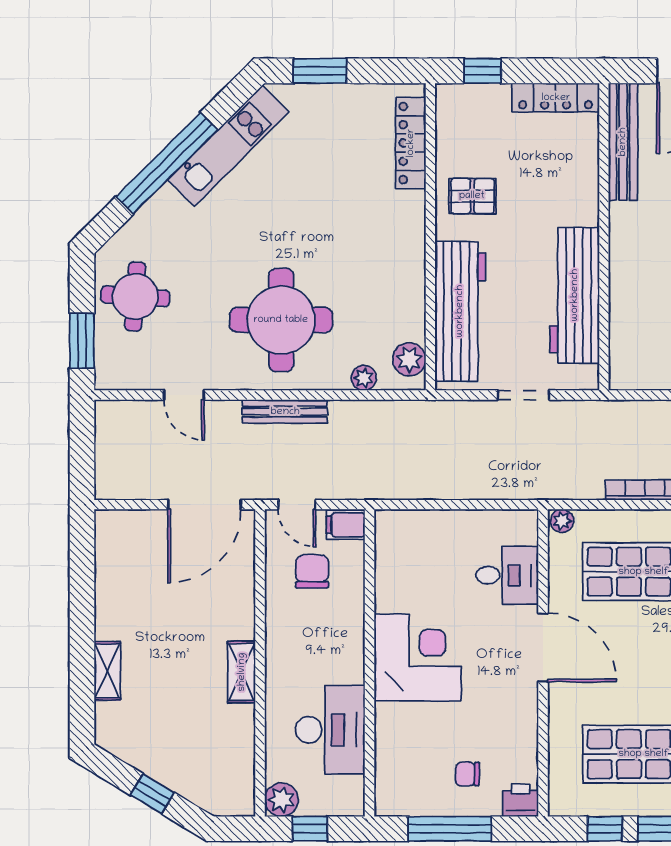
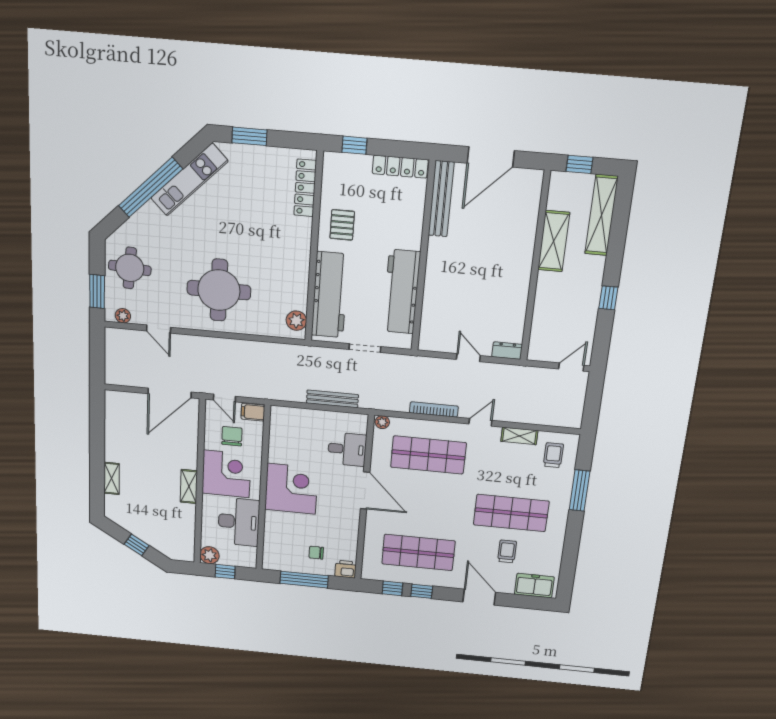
pallet: (472, 196) -> (342, 225), turned 90
plant: (364, 378) -> (123, 316), moved
bench: (285, 412) -> (332, 399), moved
corner desk: (305, 642) -> (226, 474), added

